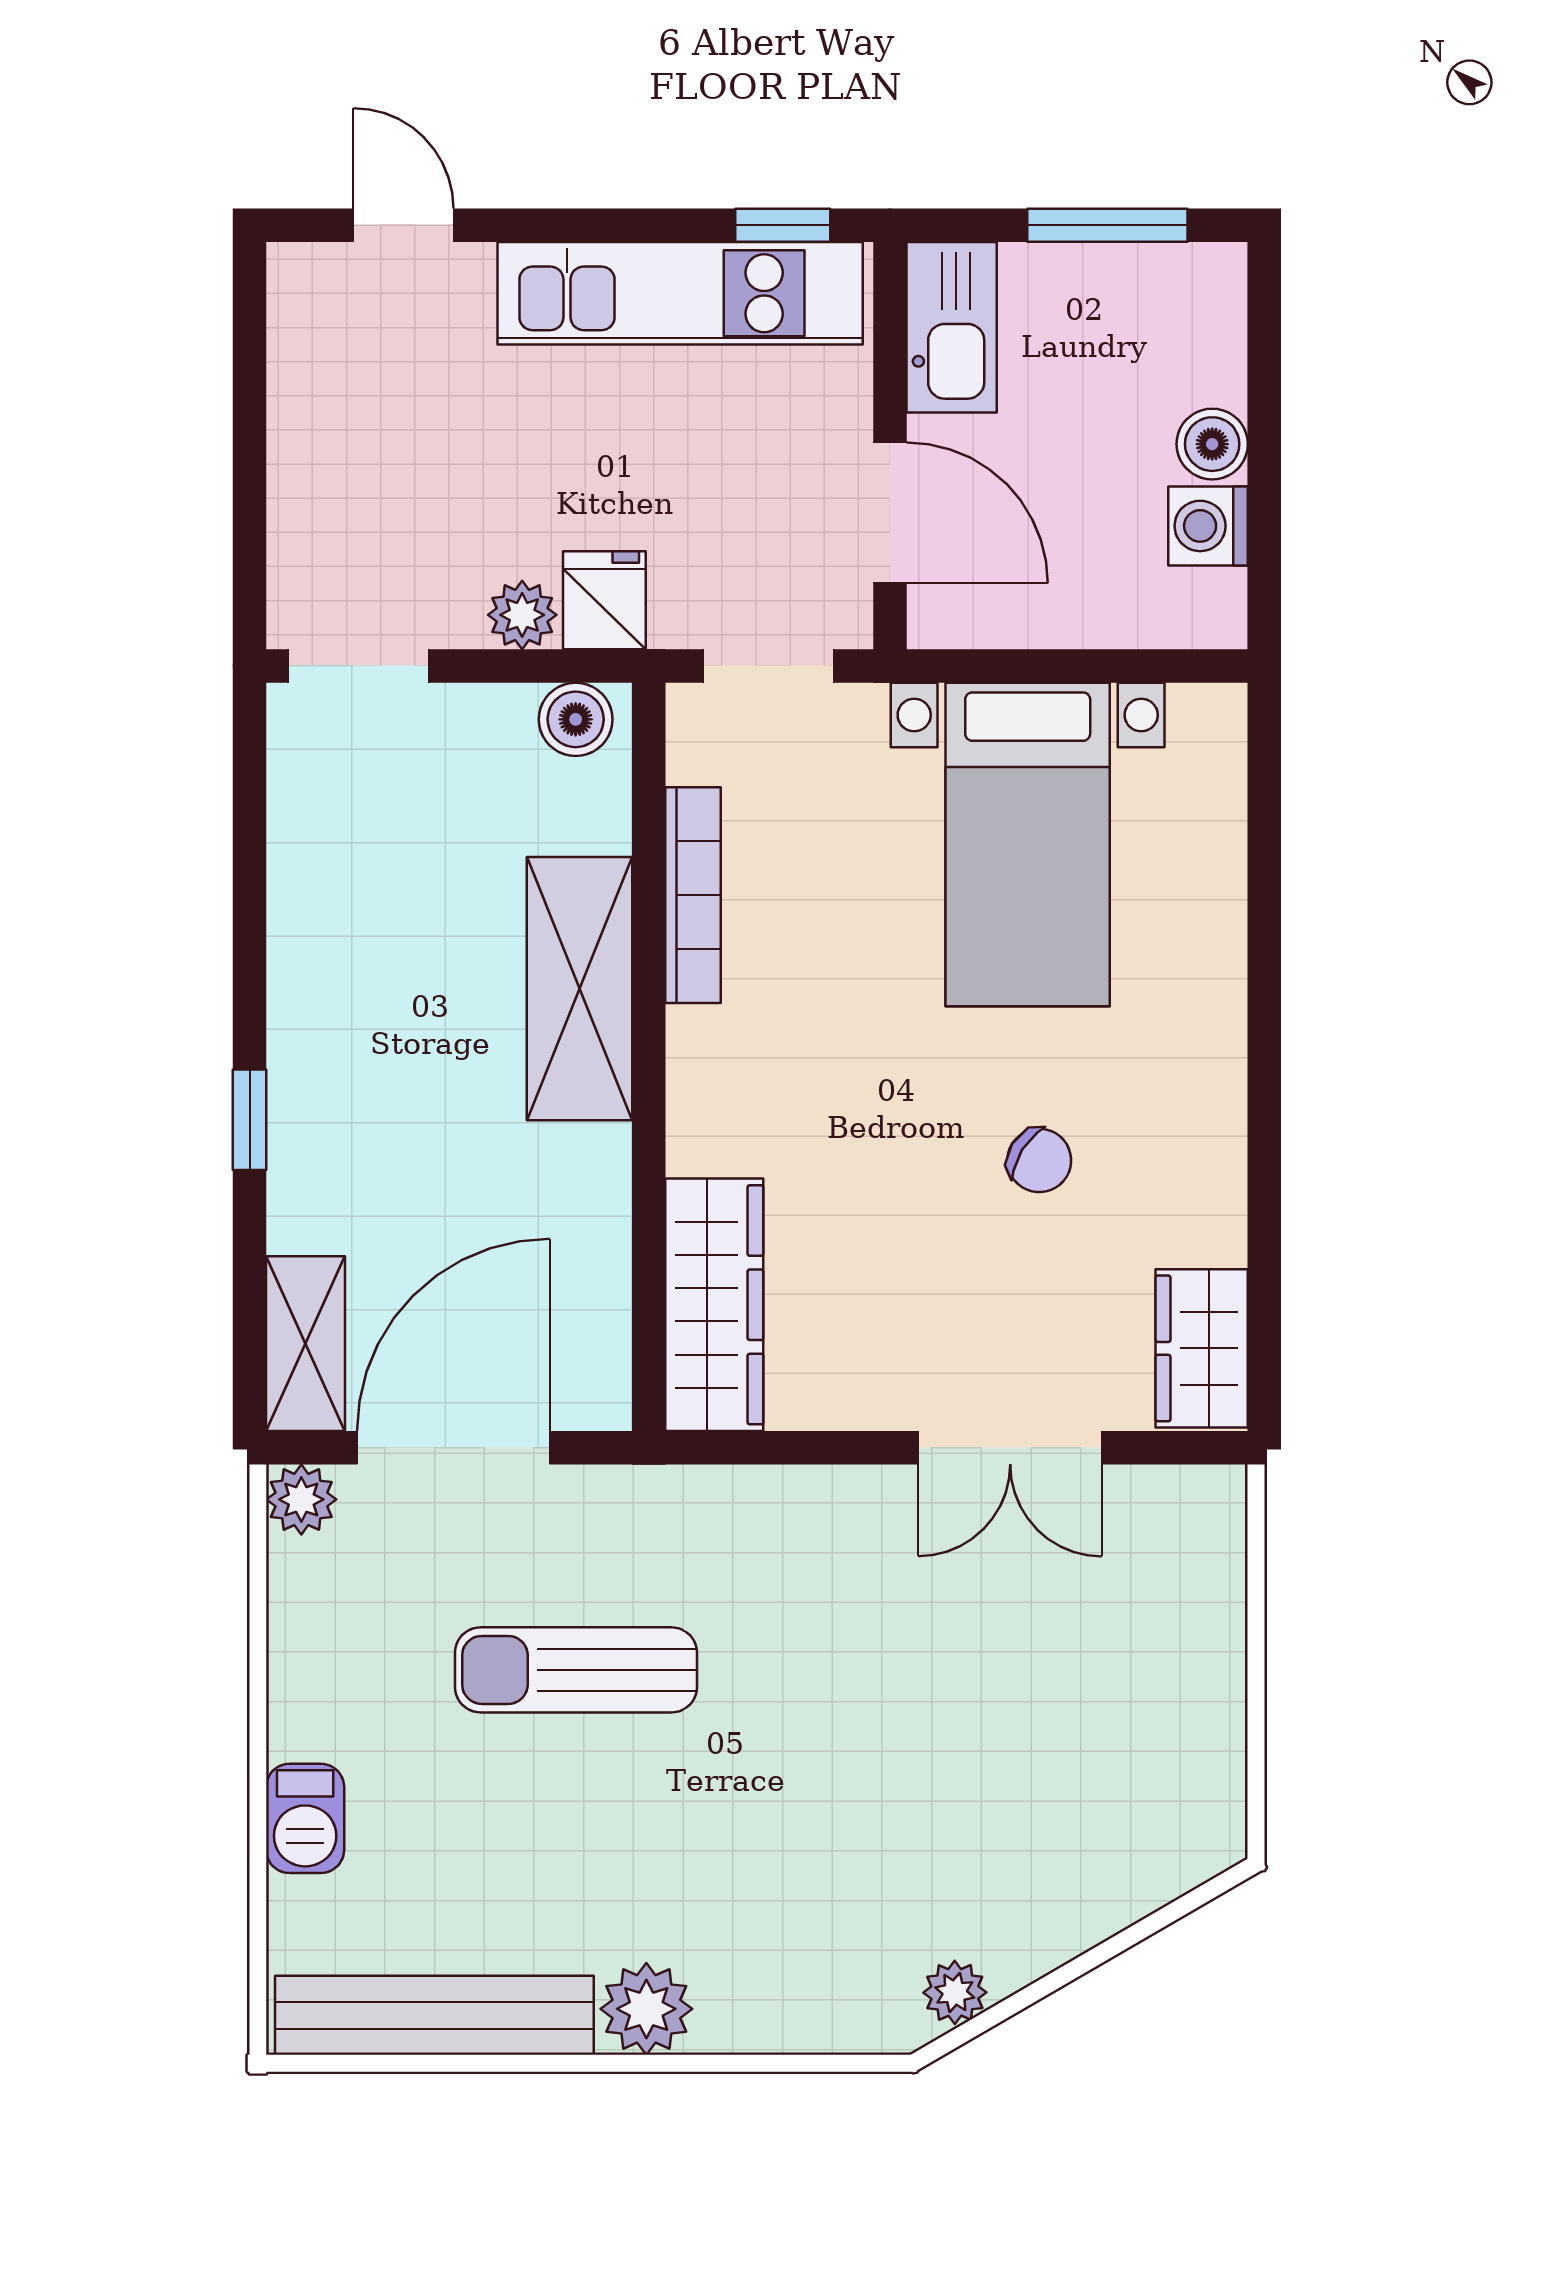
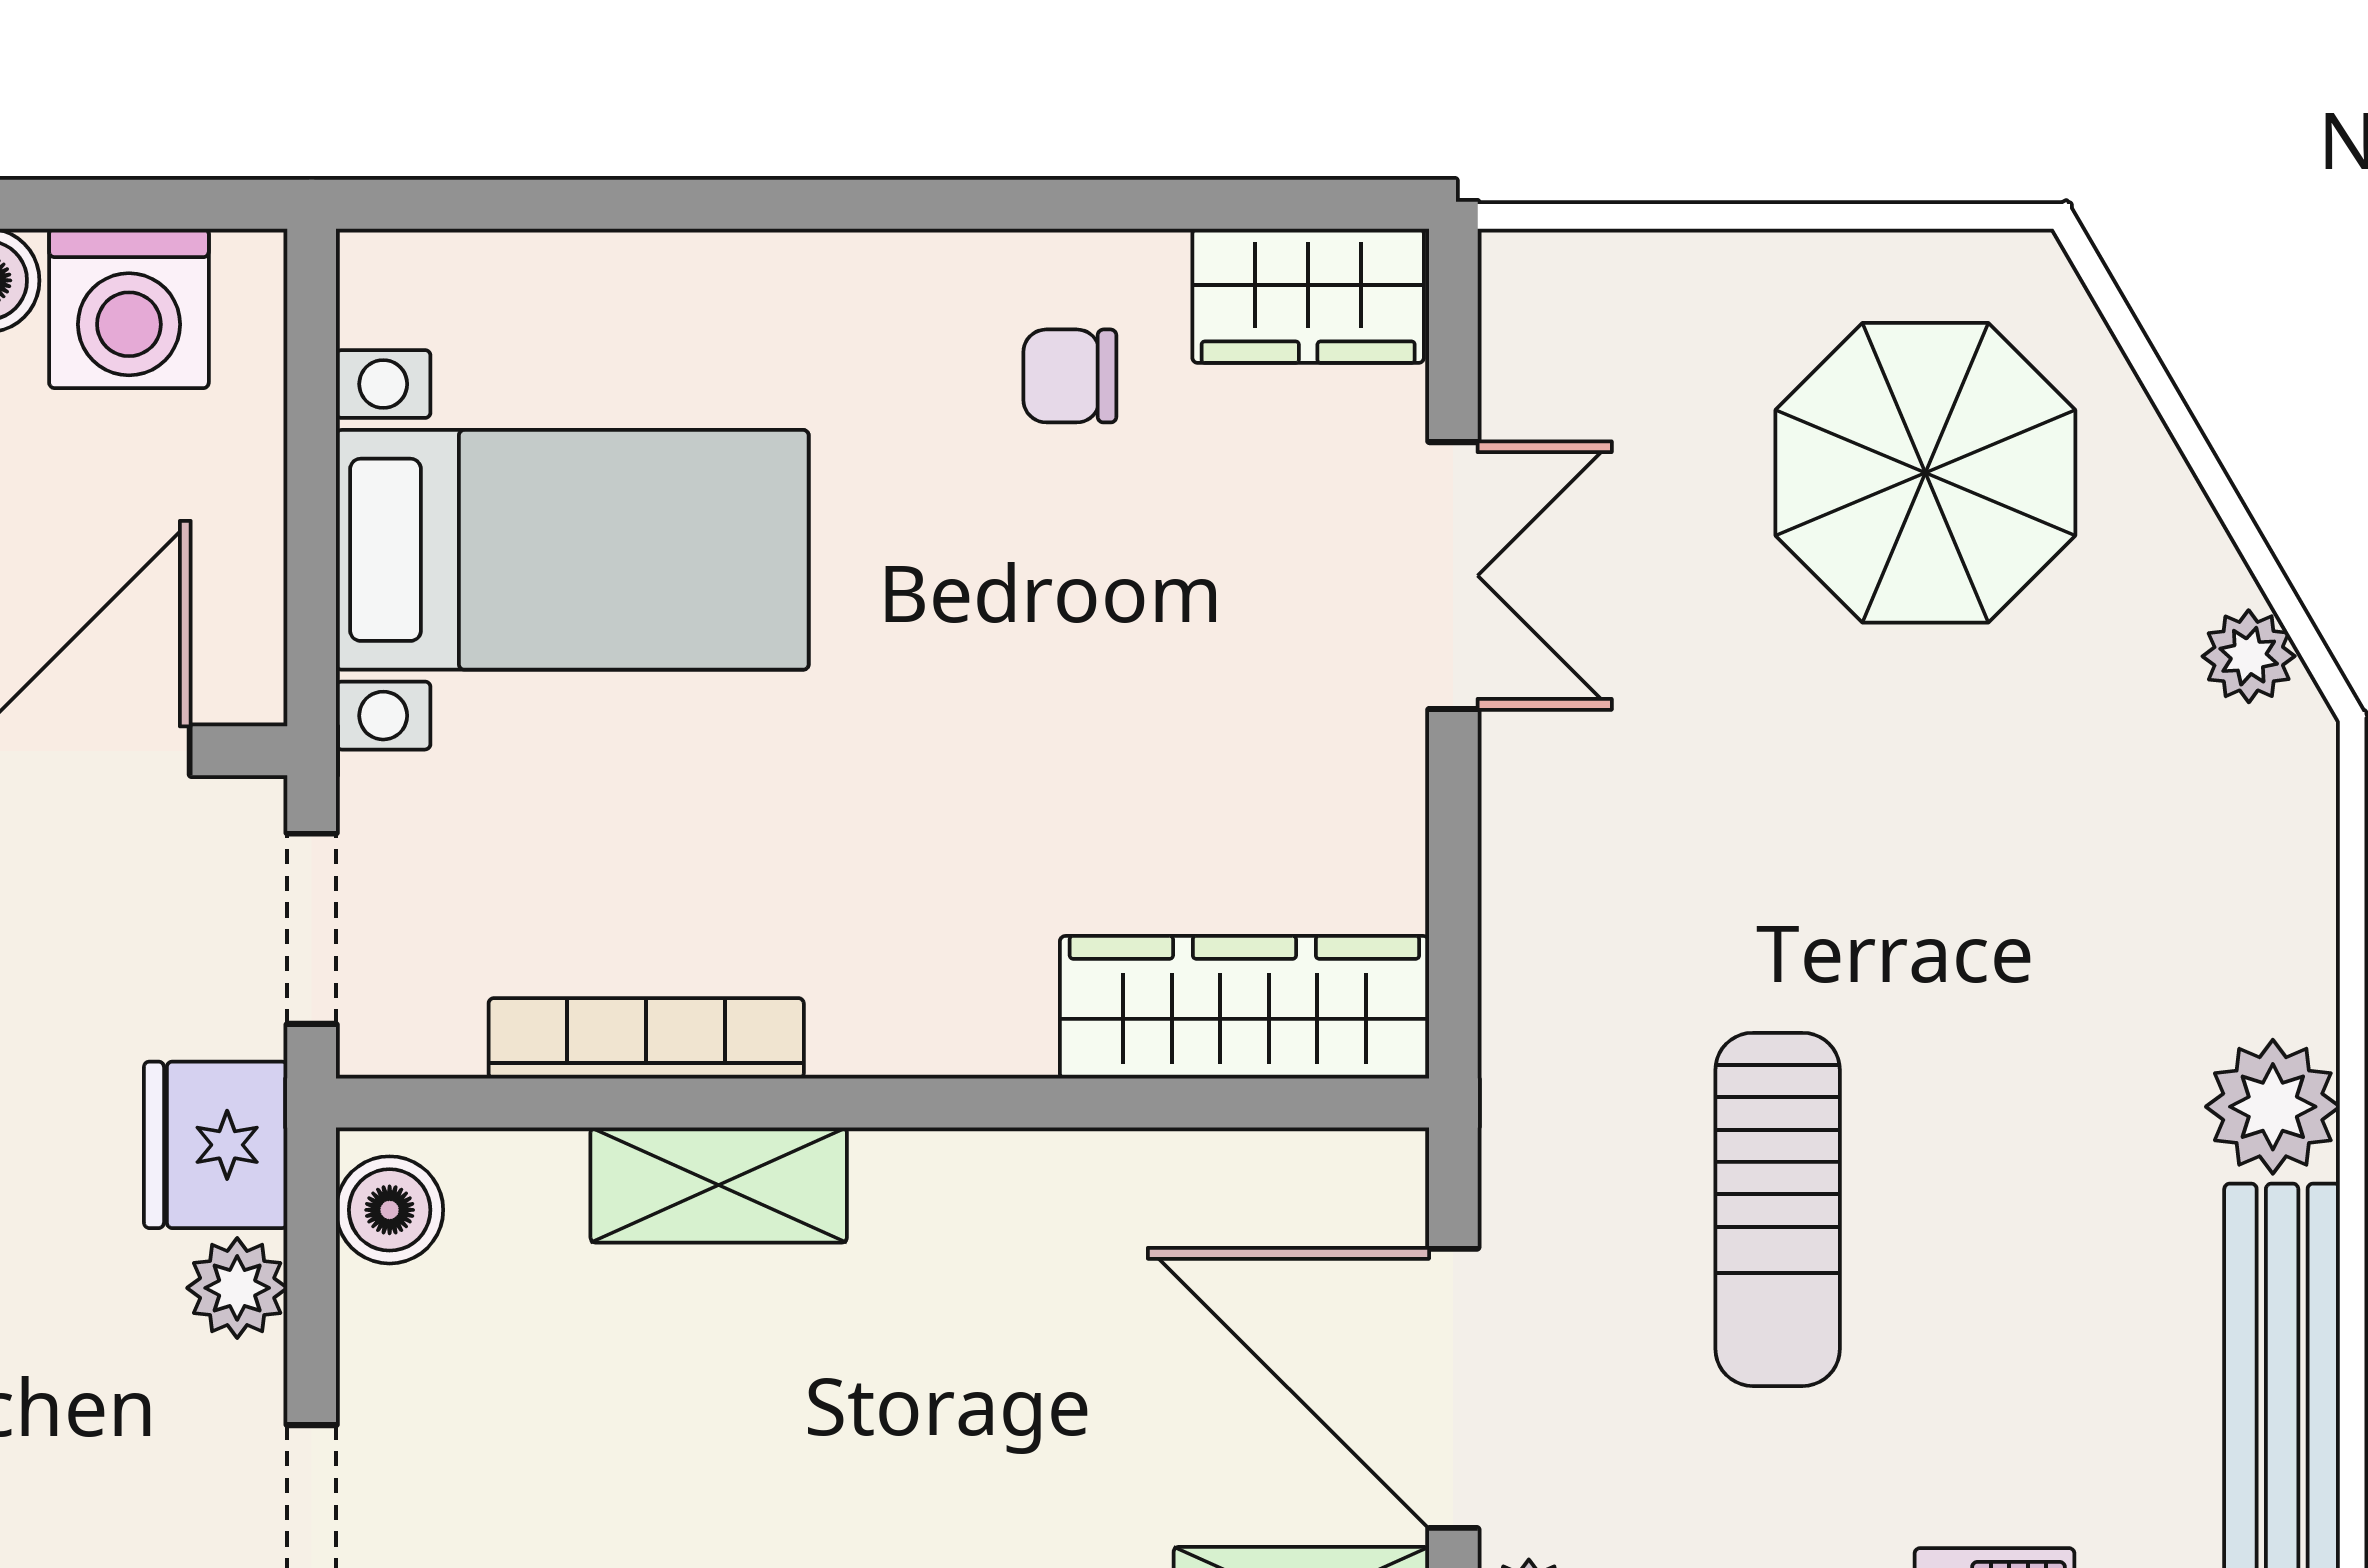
washing machine: (1208, 526) -> (129, 308), width x1.38, depth x1.38
fridge: (604, 600) -> (216, 1145), width x1.38
shelving: (580, 989) -> (719, 1185), width x0.67, depth x0.75
chair: (1039, 1160) -> (1070, 376), moved, turned -122
parasol: (1080, 1771) -> (1925, 473), added

